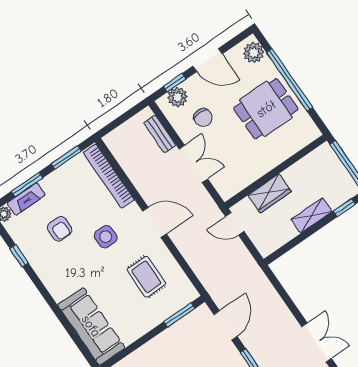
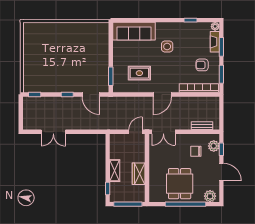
door: (207, 60) -> (221, 172), swing flipped
double door: (193, 164) -> (163, 132), moved
wardrobe: (270, 193) -> (139, 174), moved
armchair: (60, 229) -> (202, 65), moved
side table: (106, 237) -> (167, 47), moved

